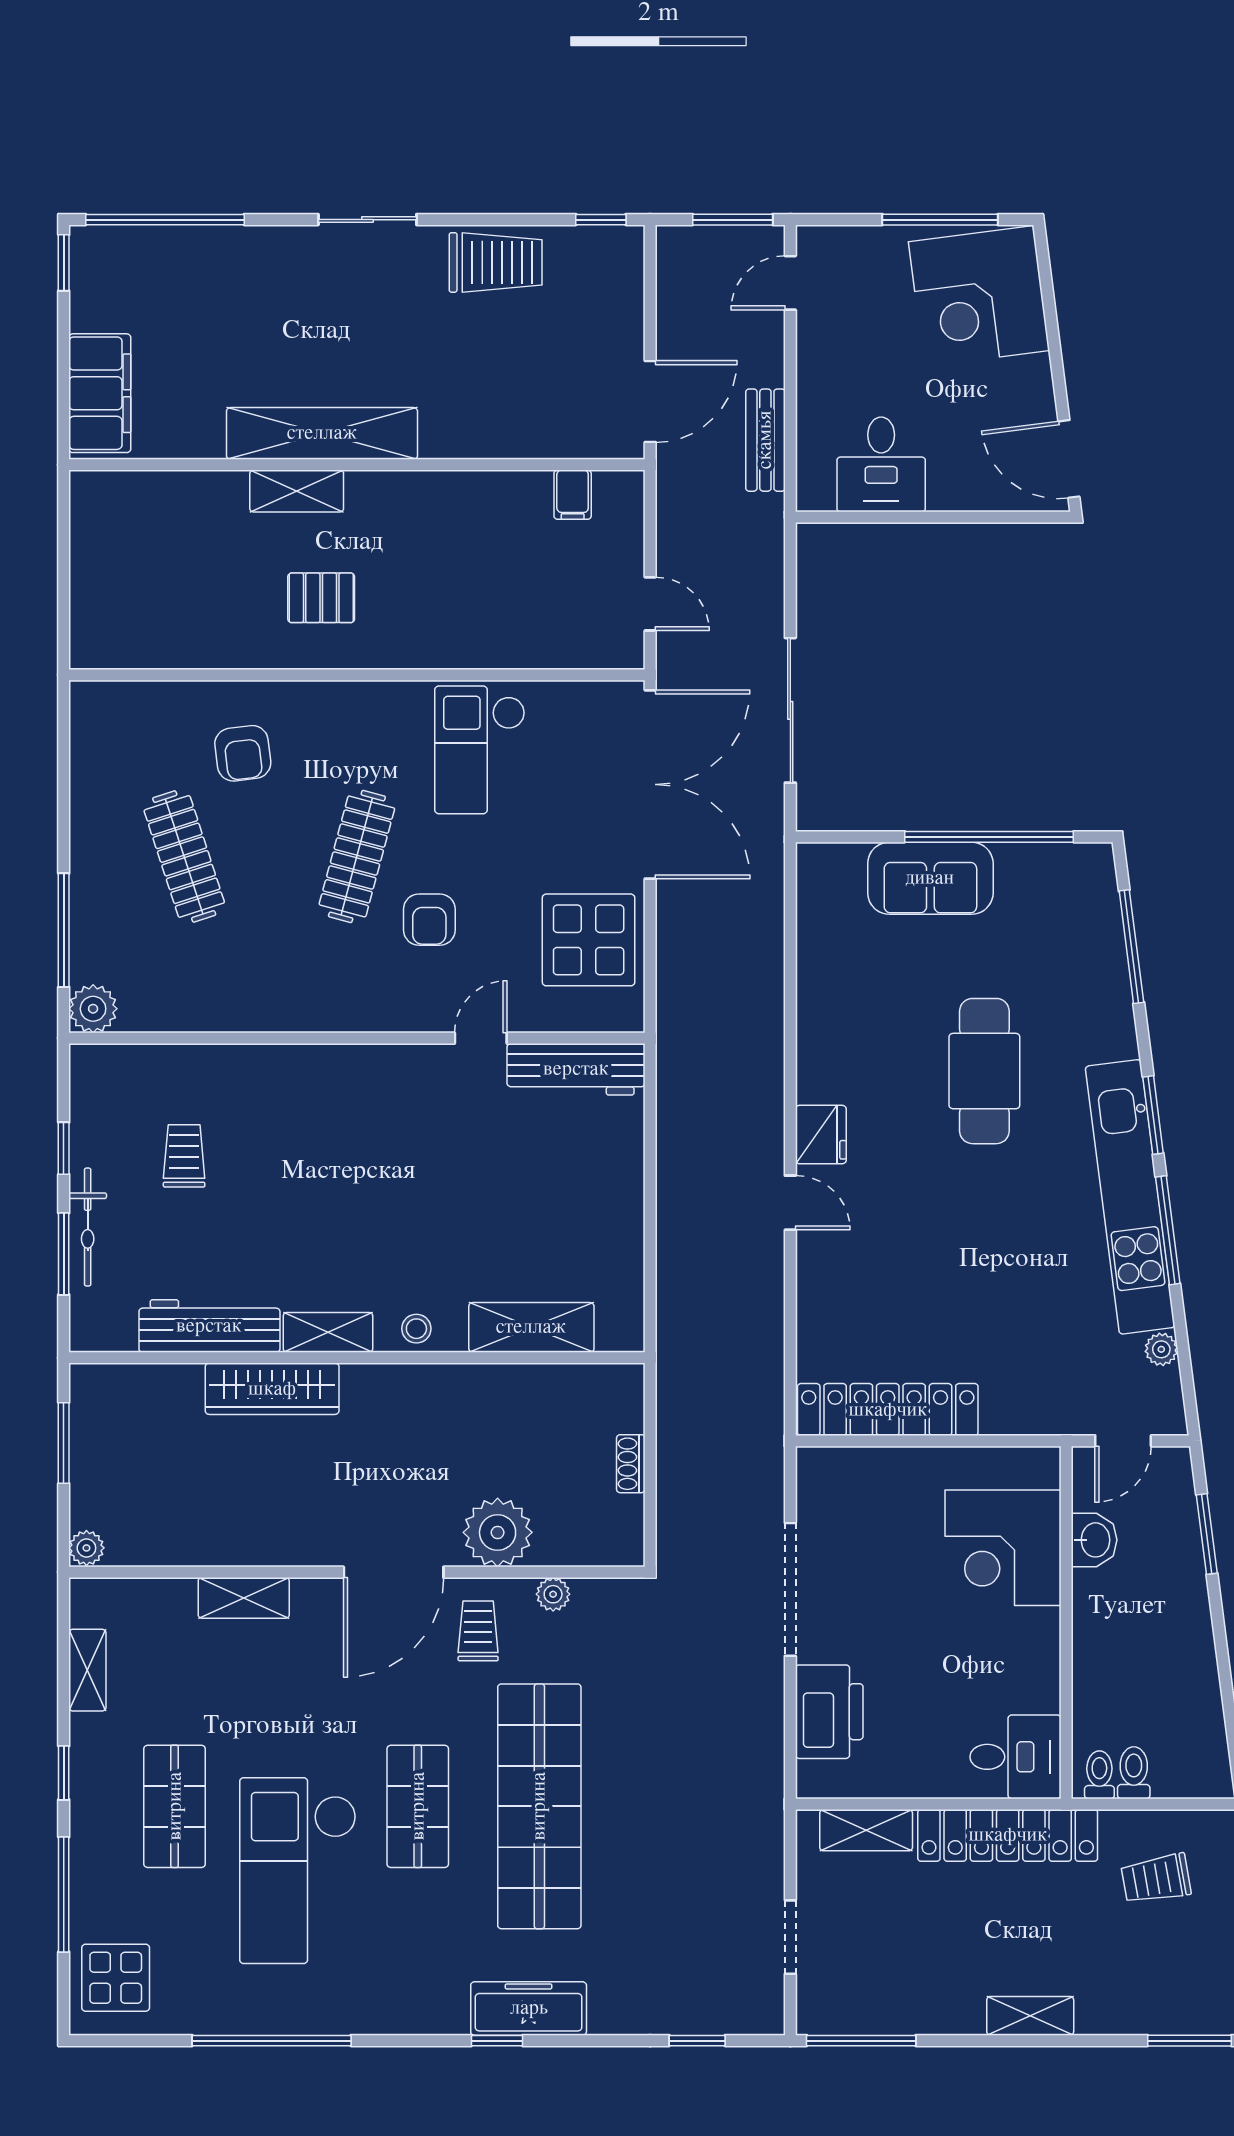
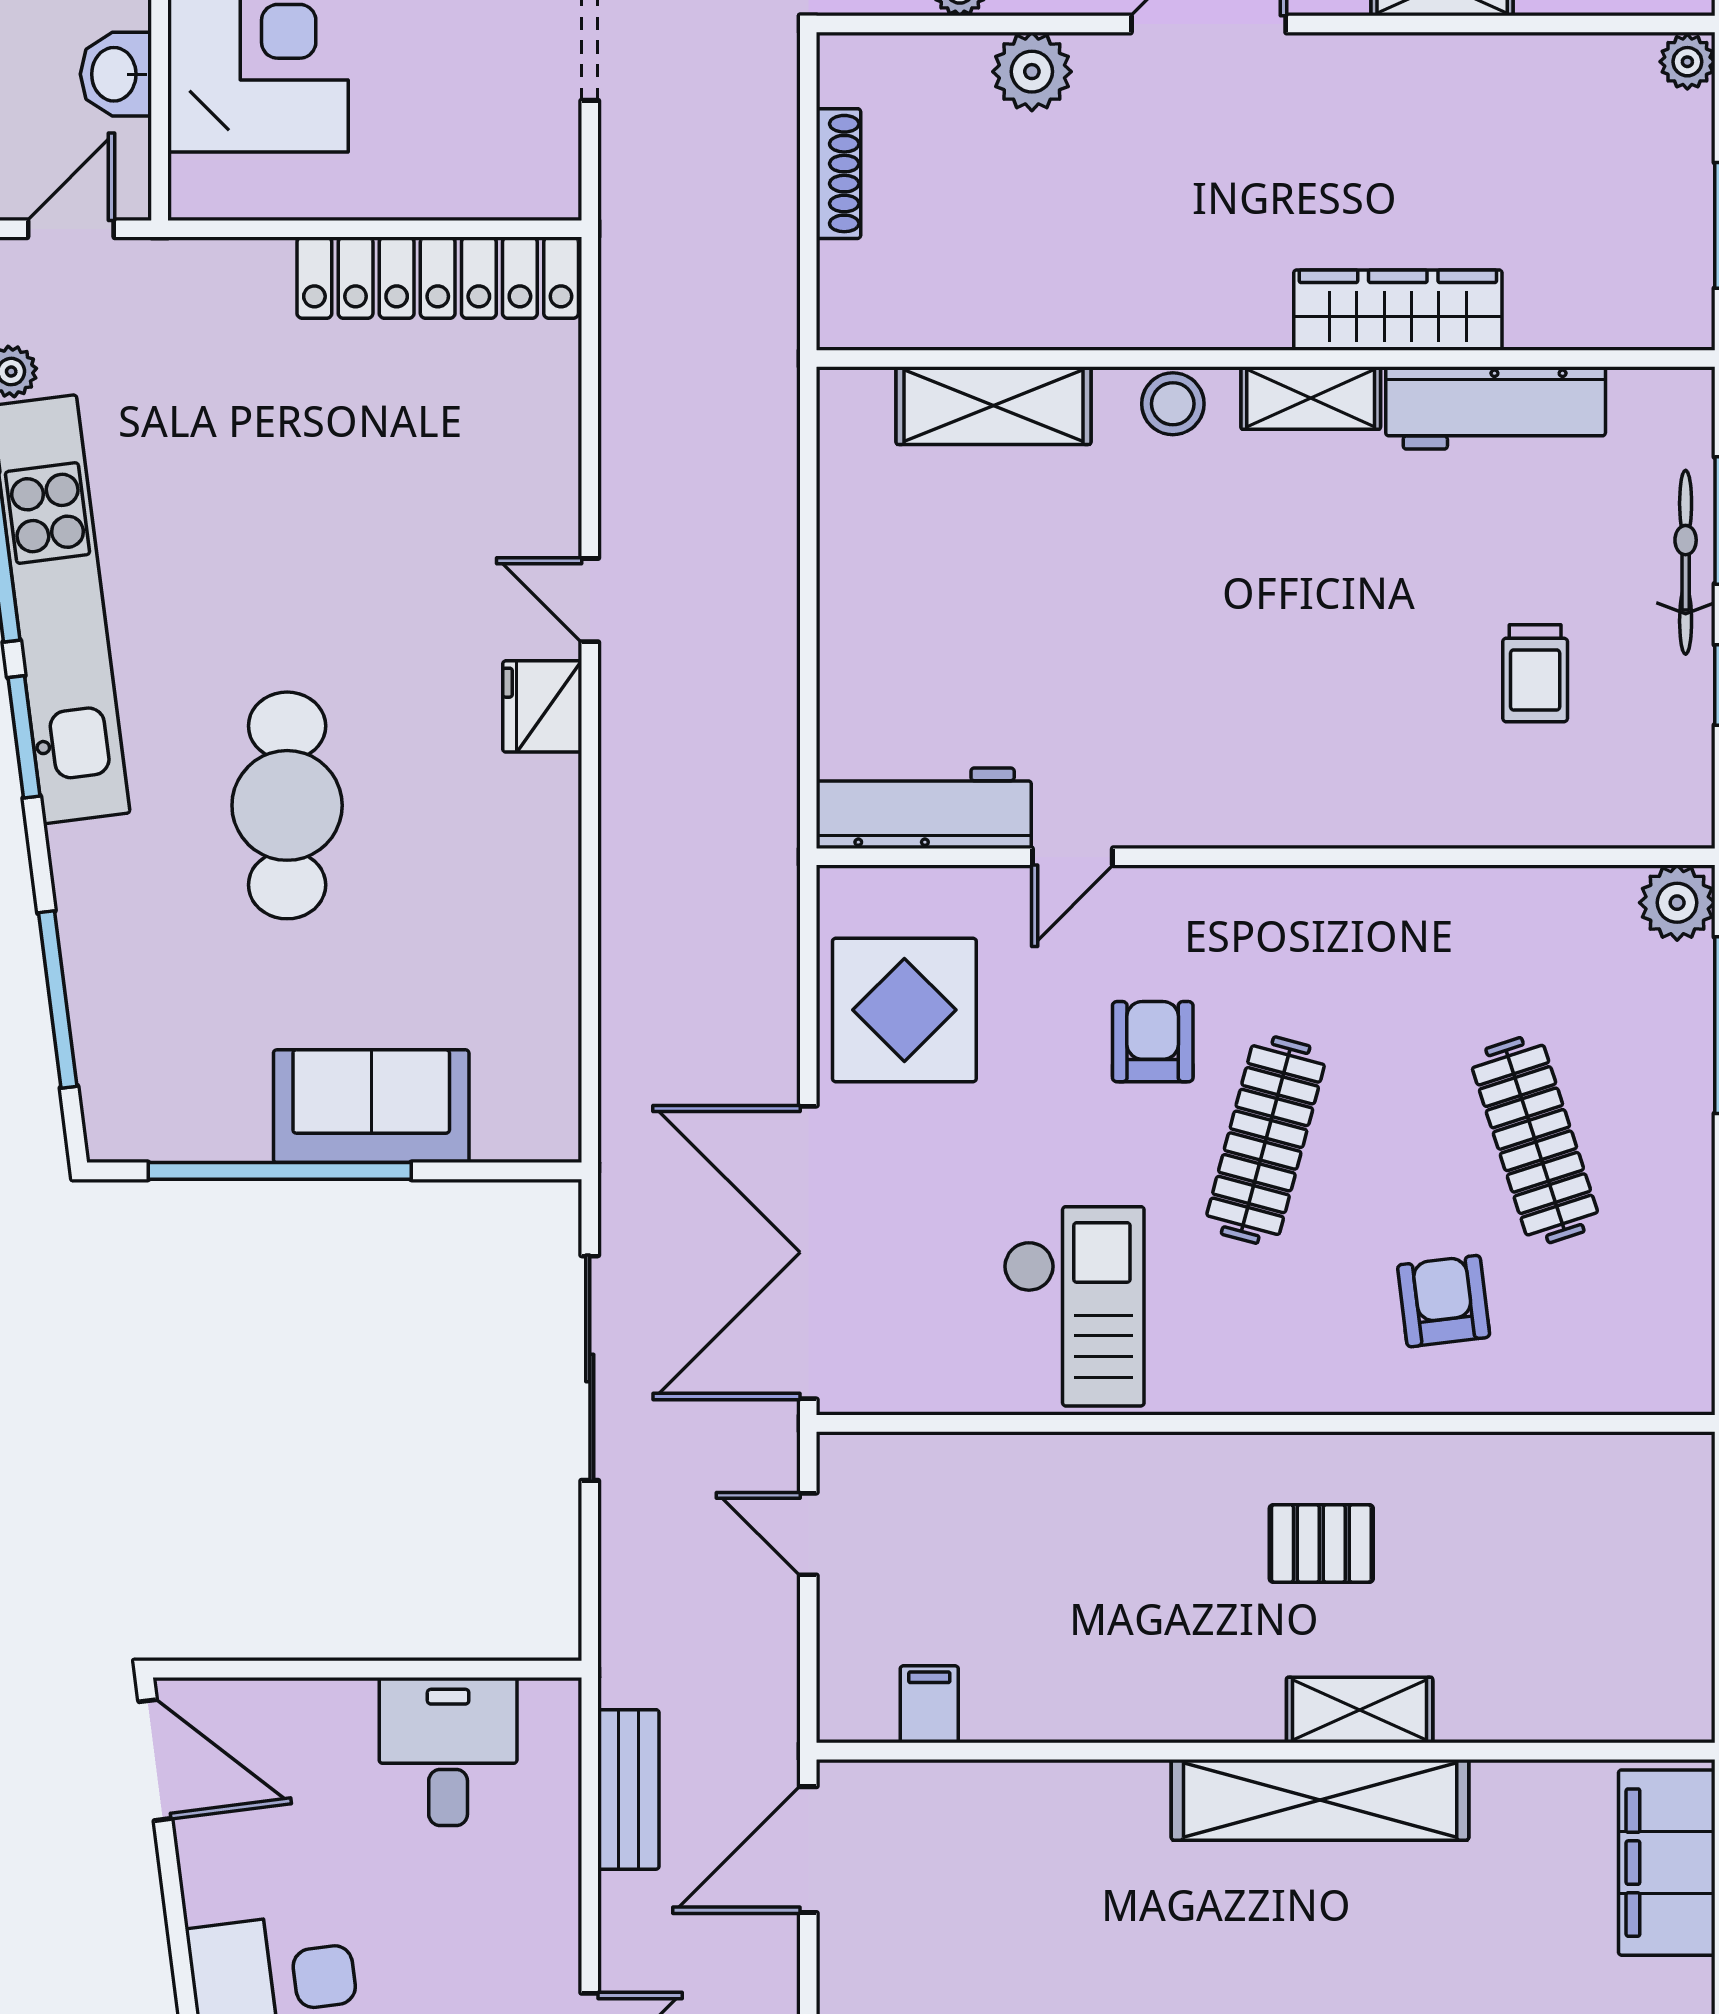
stool: (416, 1329) -> (1173, 404), width x1.37, depth x1.37
shoe rack: (631, 1464) -> (839, 174), width x1.43
plant: (498, 1532) -> (1032, 72), width x0.73, depth x0.73

